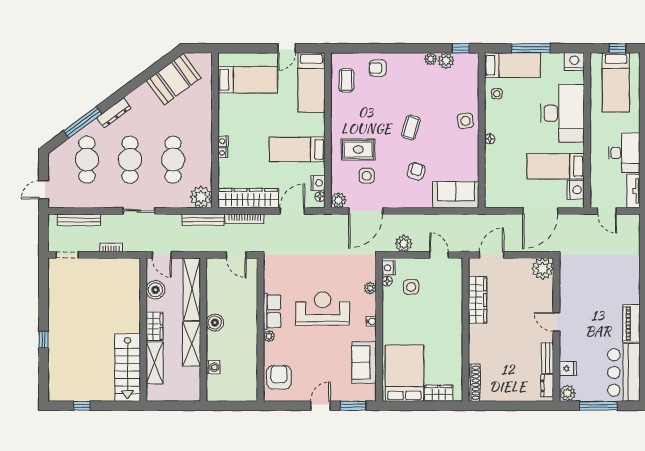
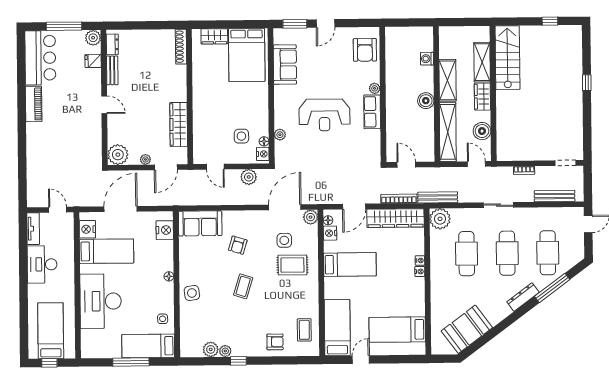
window: (461, 48) -> (238, 361), moved
nightstand: (574, 62) -> (165, 230), moved, turned -90
plant: (513, 263) -> (145, 159), added
water cooler: (371, 321) -> (279, 103), removed

